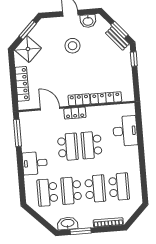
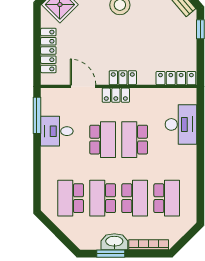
locker: (106, 98) -> (176, 78), moved
desk: (35, 163) -> (57, 131), moved
washbasin: (68, 223) -> (114, 242), moved

